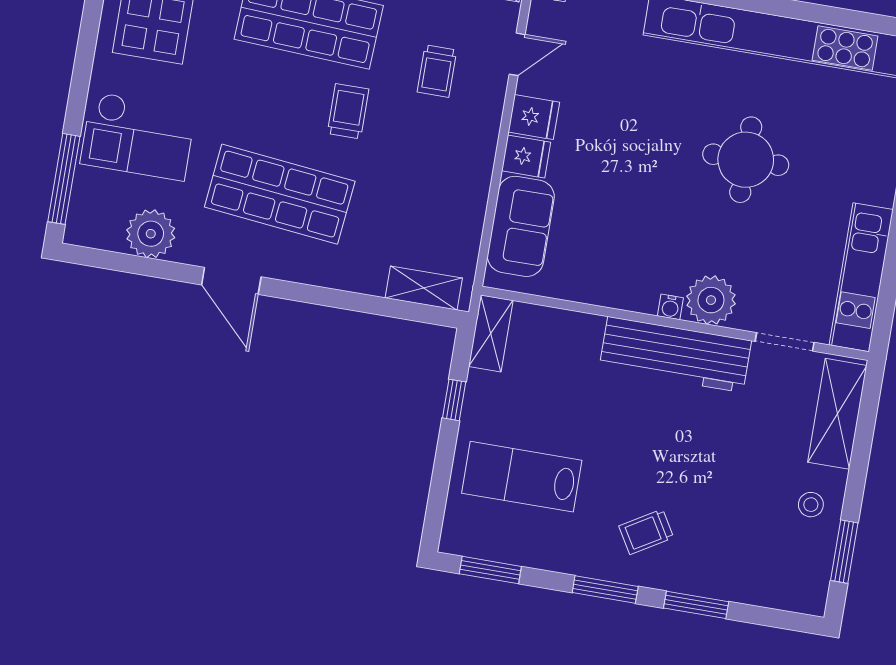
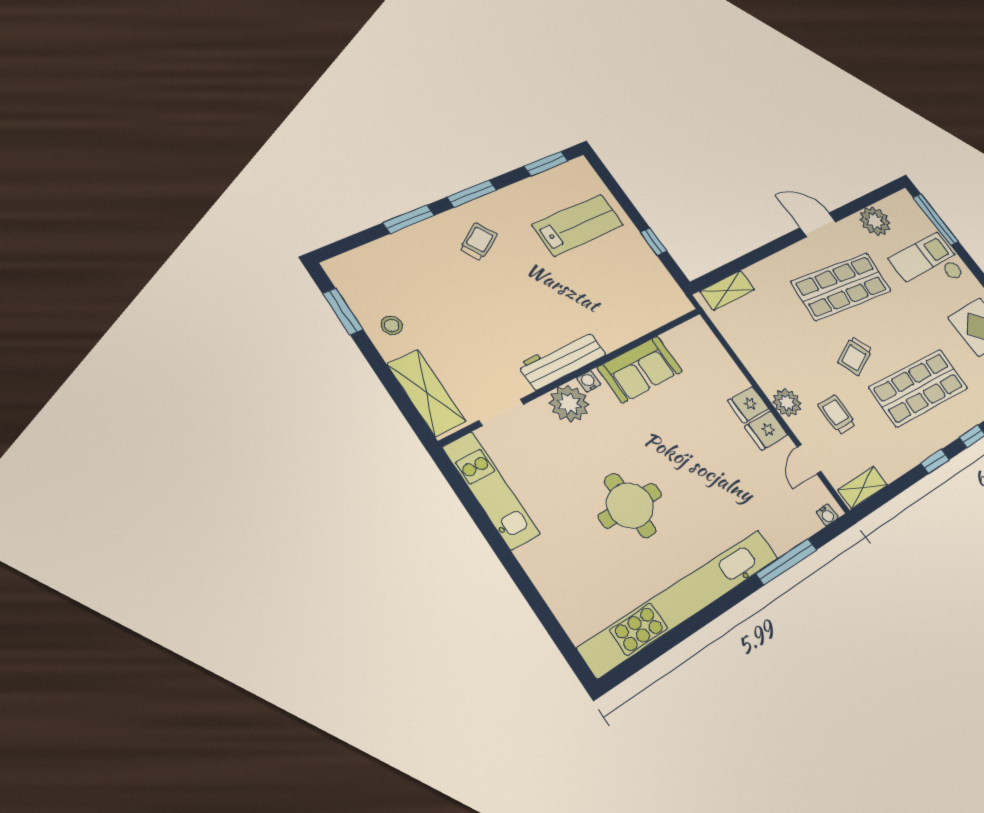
trolley: (348, 111) -> (855, 356), turned 65
plant: (481, 126) -> (787, 403), added
sofa: (521, 226) -> (640, 369), moved, turned -90
shelving: (491, 333) -> (670, 292), removed
workbench: (675, 354) -> (562, 360), width x0.73, depth x0.76

